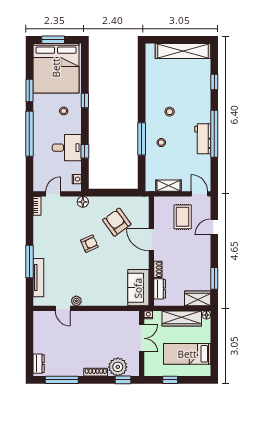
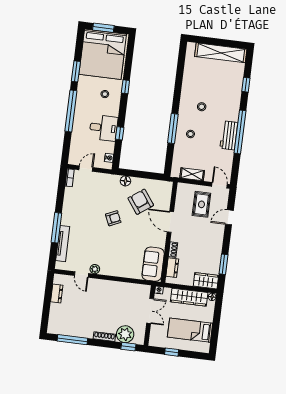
floor lamp: (83, 202) -> (125, 181), moved
dresser: (39, 364) -> (57, 294), moved

